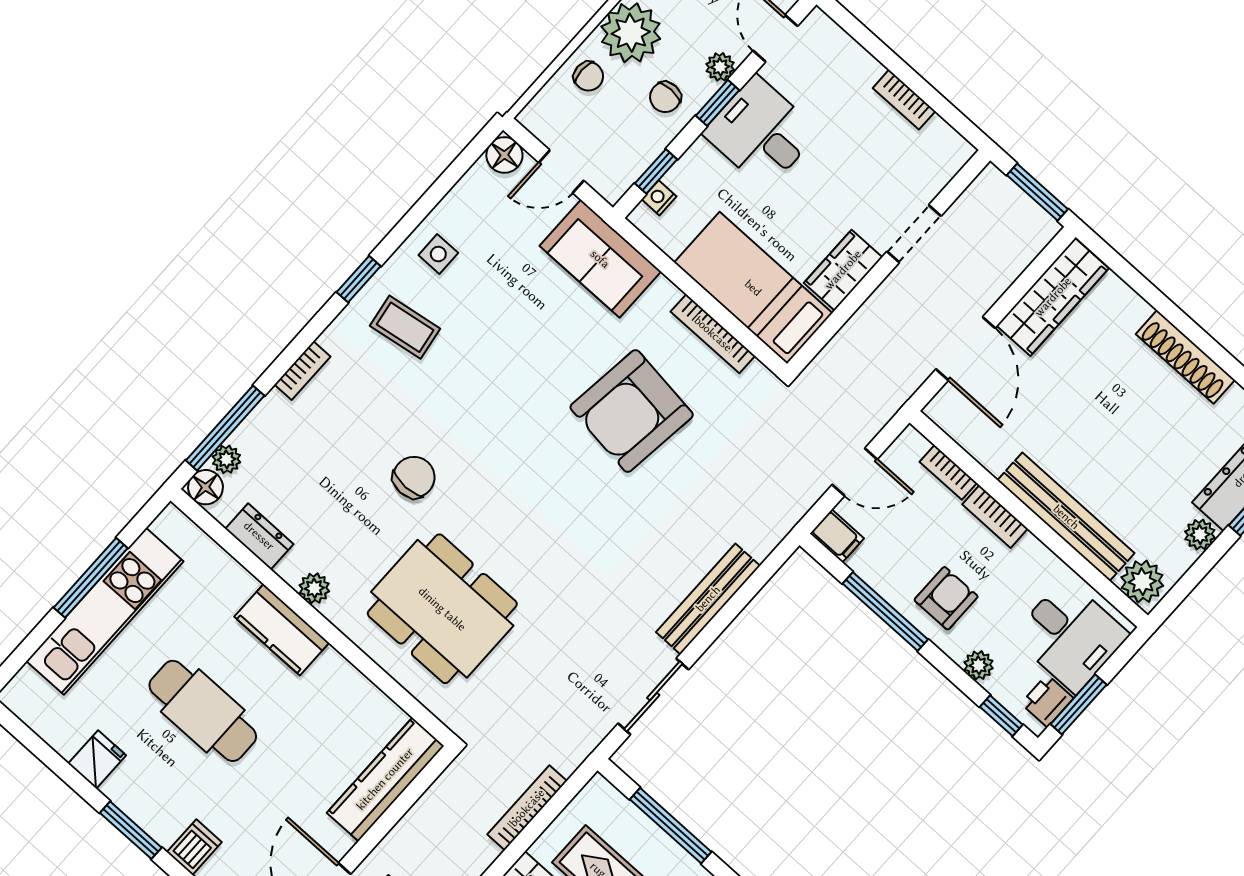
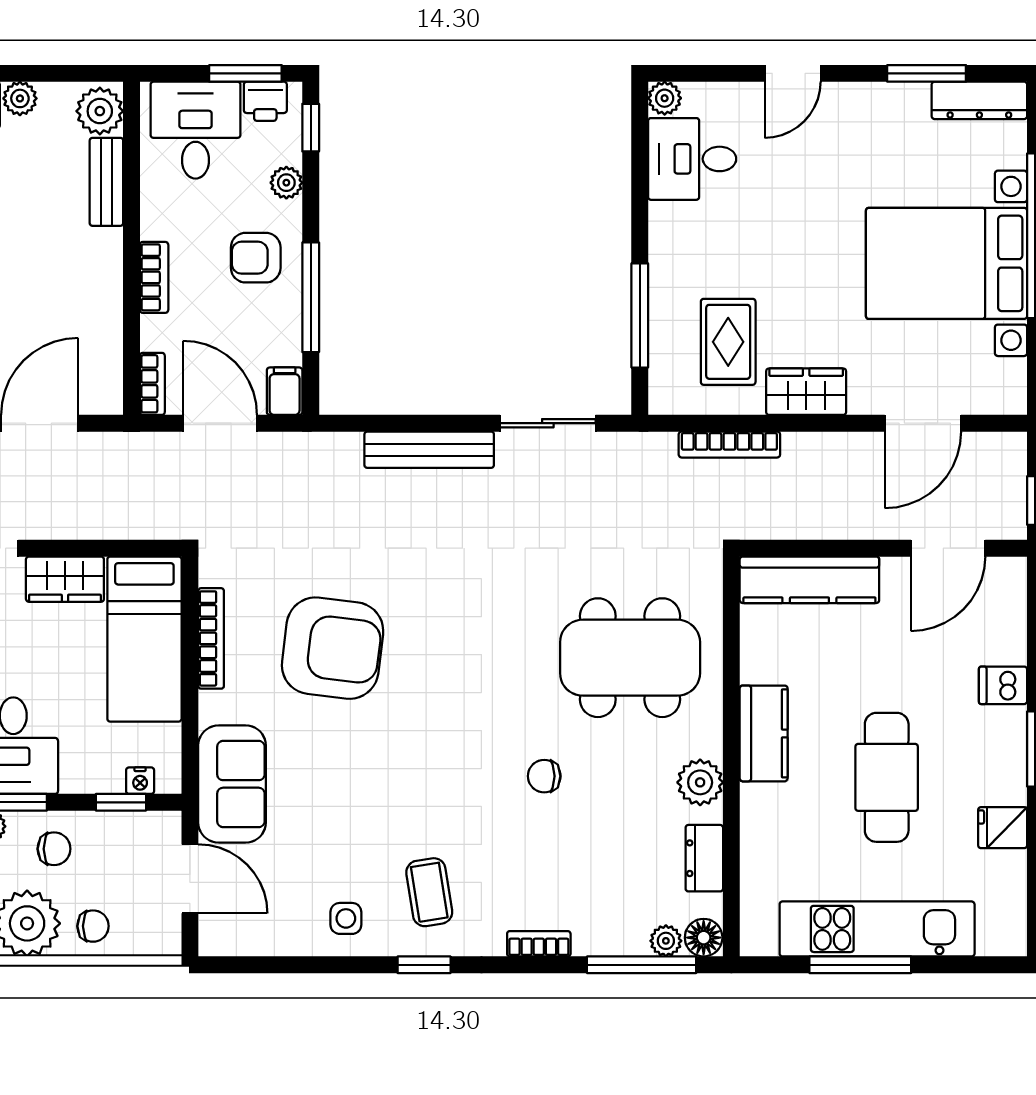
chair: (588, 76) -> (93, 926), turned 90
floor lamp: (504, 155) -> (218, 937), removed
door: (561, 172) -> (190, 879), width x1.38
door: (855, 472) -> (220, 423), width x1.38
bookcase: (948, 472) -> (152, 384), moved
chair: (414, 477) -> (544, 776), width x0.73, depth x0.73
bench: (1066, 517) -> (106, 182), width x0.54, depth x0.82
plant: (314, 588) -> (700, 782), width x1.38, depth x1.38
dining table: (442, 609) -> (630, 658), turned 90
kitchen counter: (282, 630) -> (764, 733), moved

